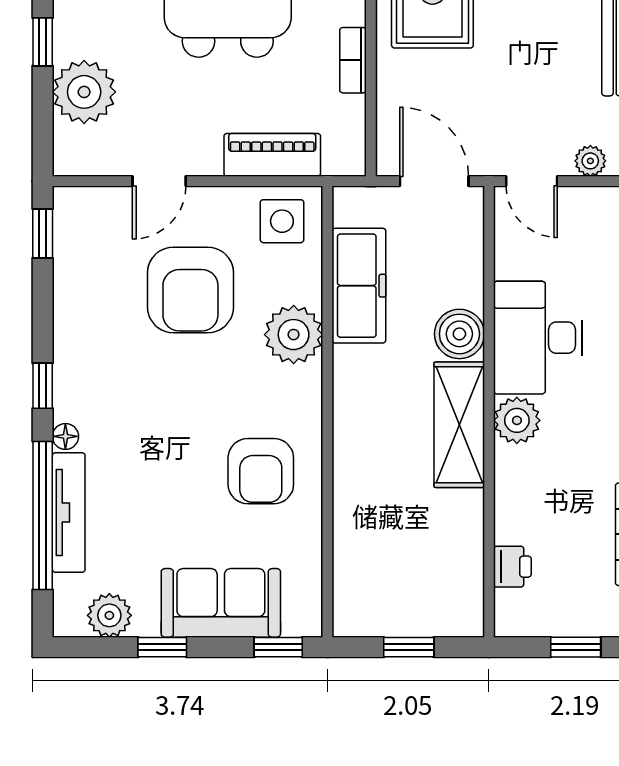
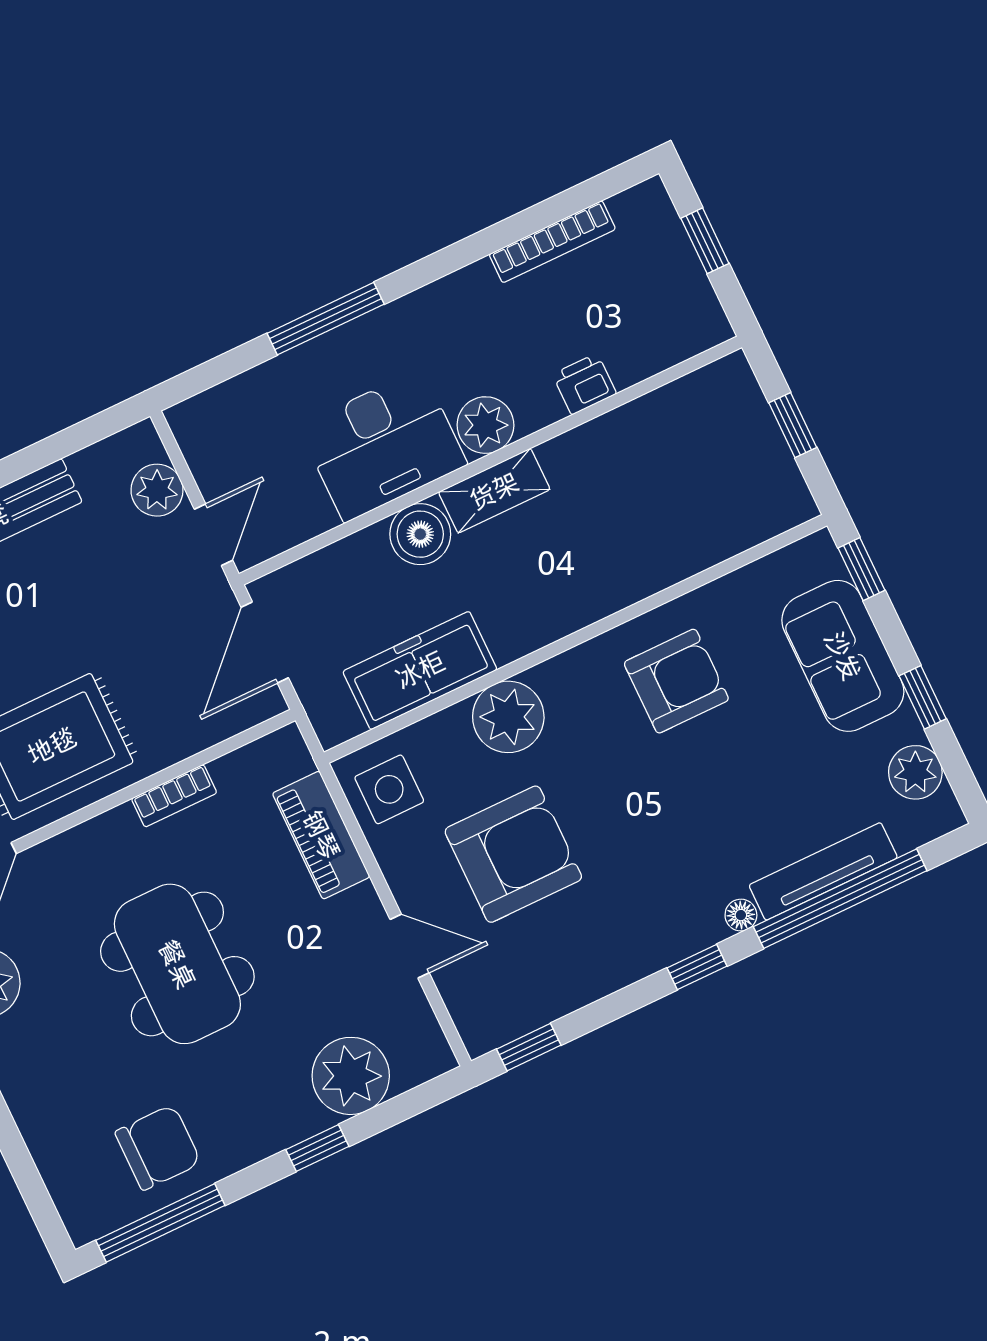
plant: (590, 161) -> (157, 490), width x1.38, depth x1.38
shelving: (459, 425) -> (494, 491), width x0.67, depth x0.75
printer: (512, 567) -> (584, 384), moved

